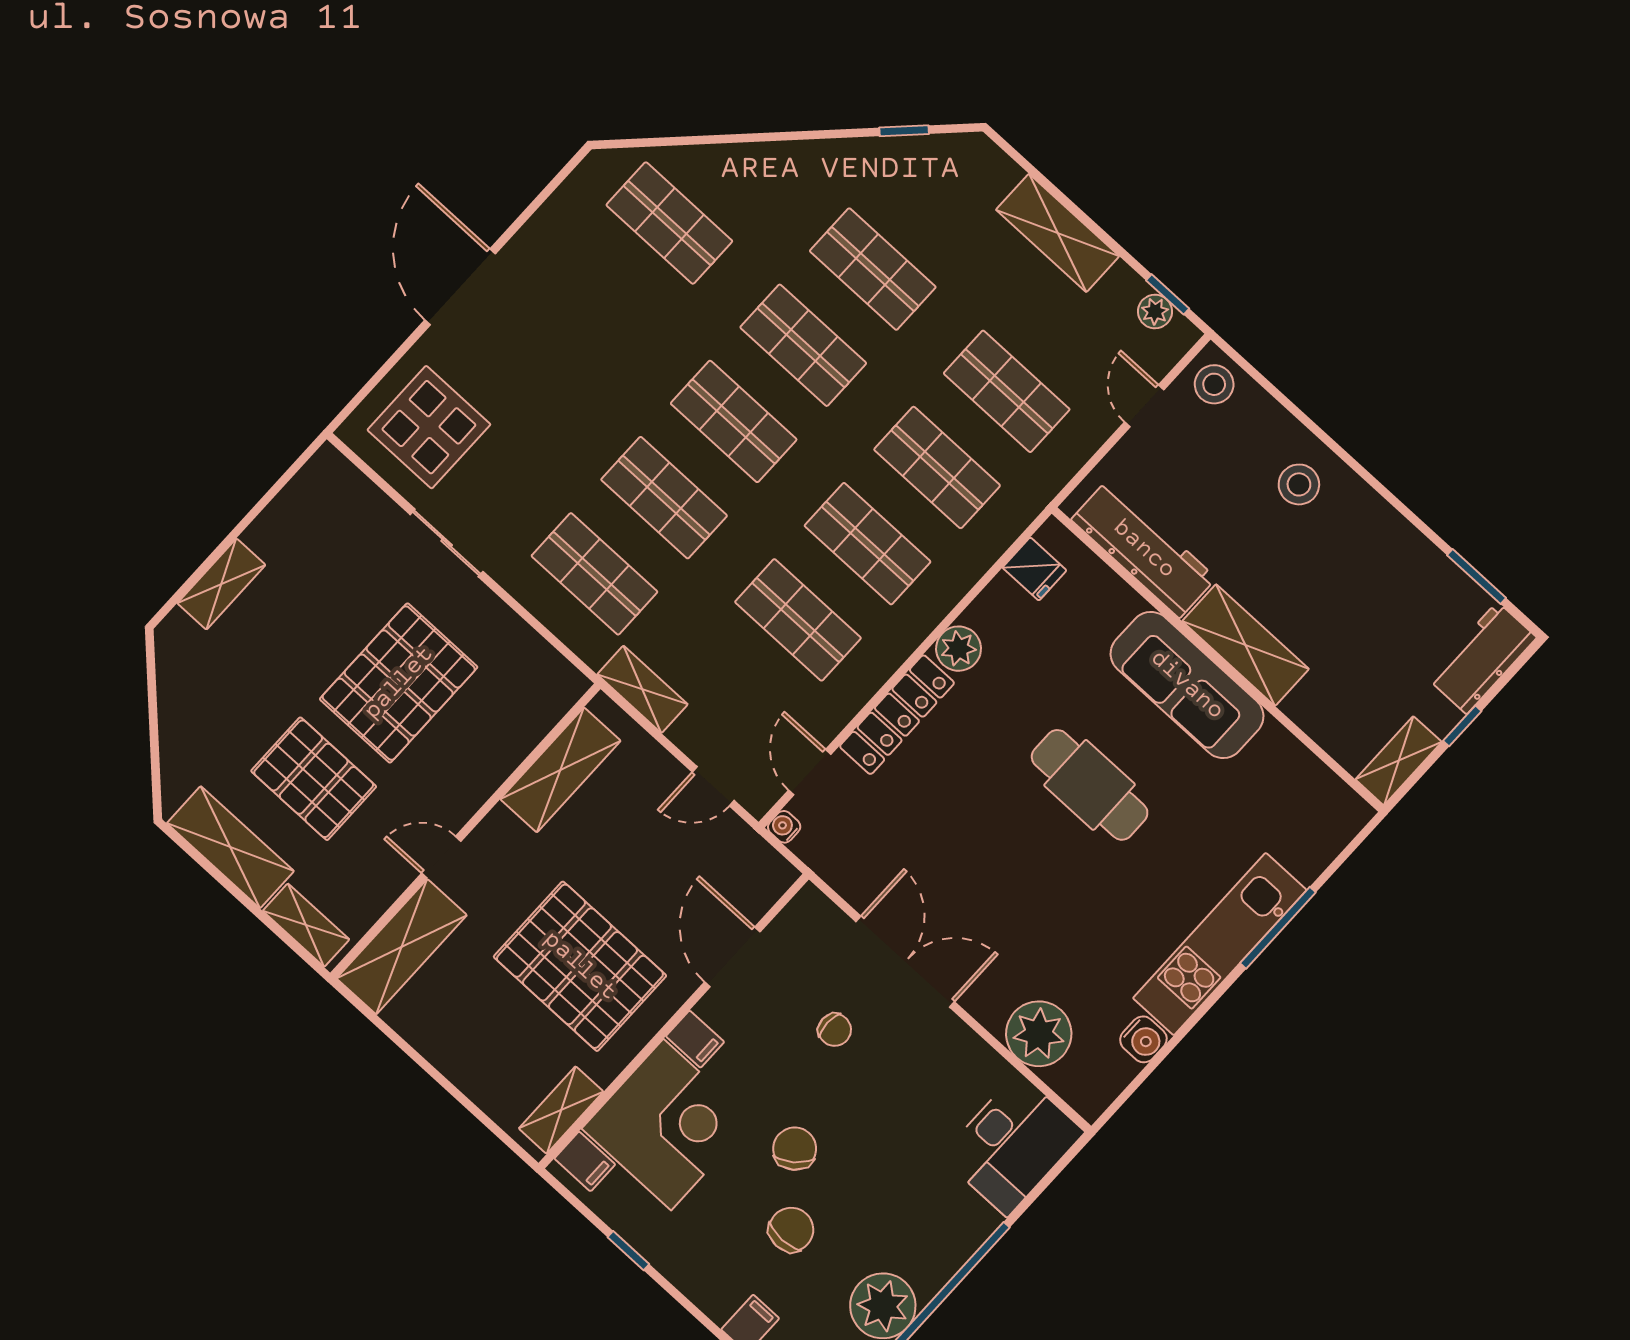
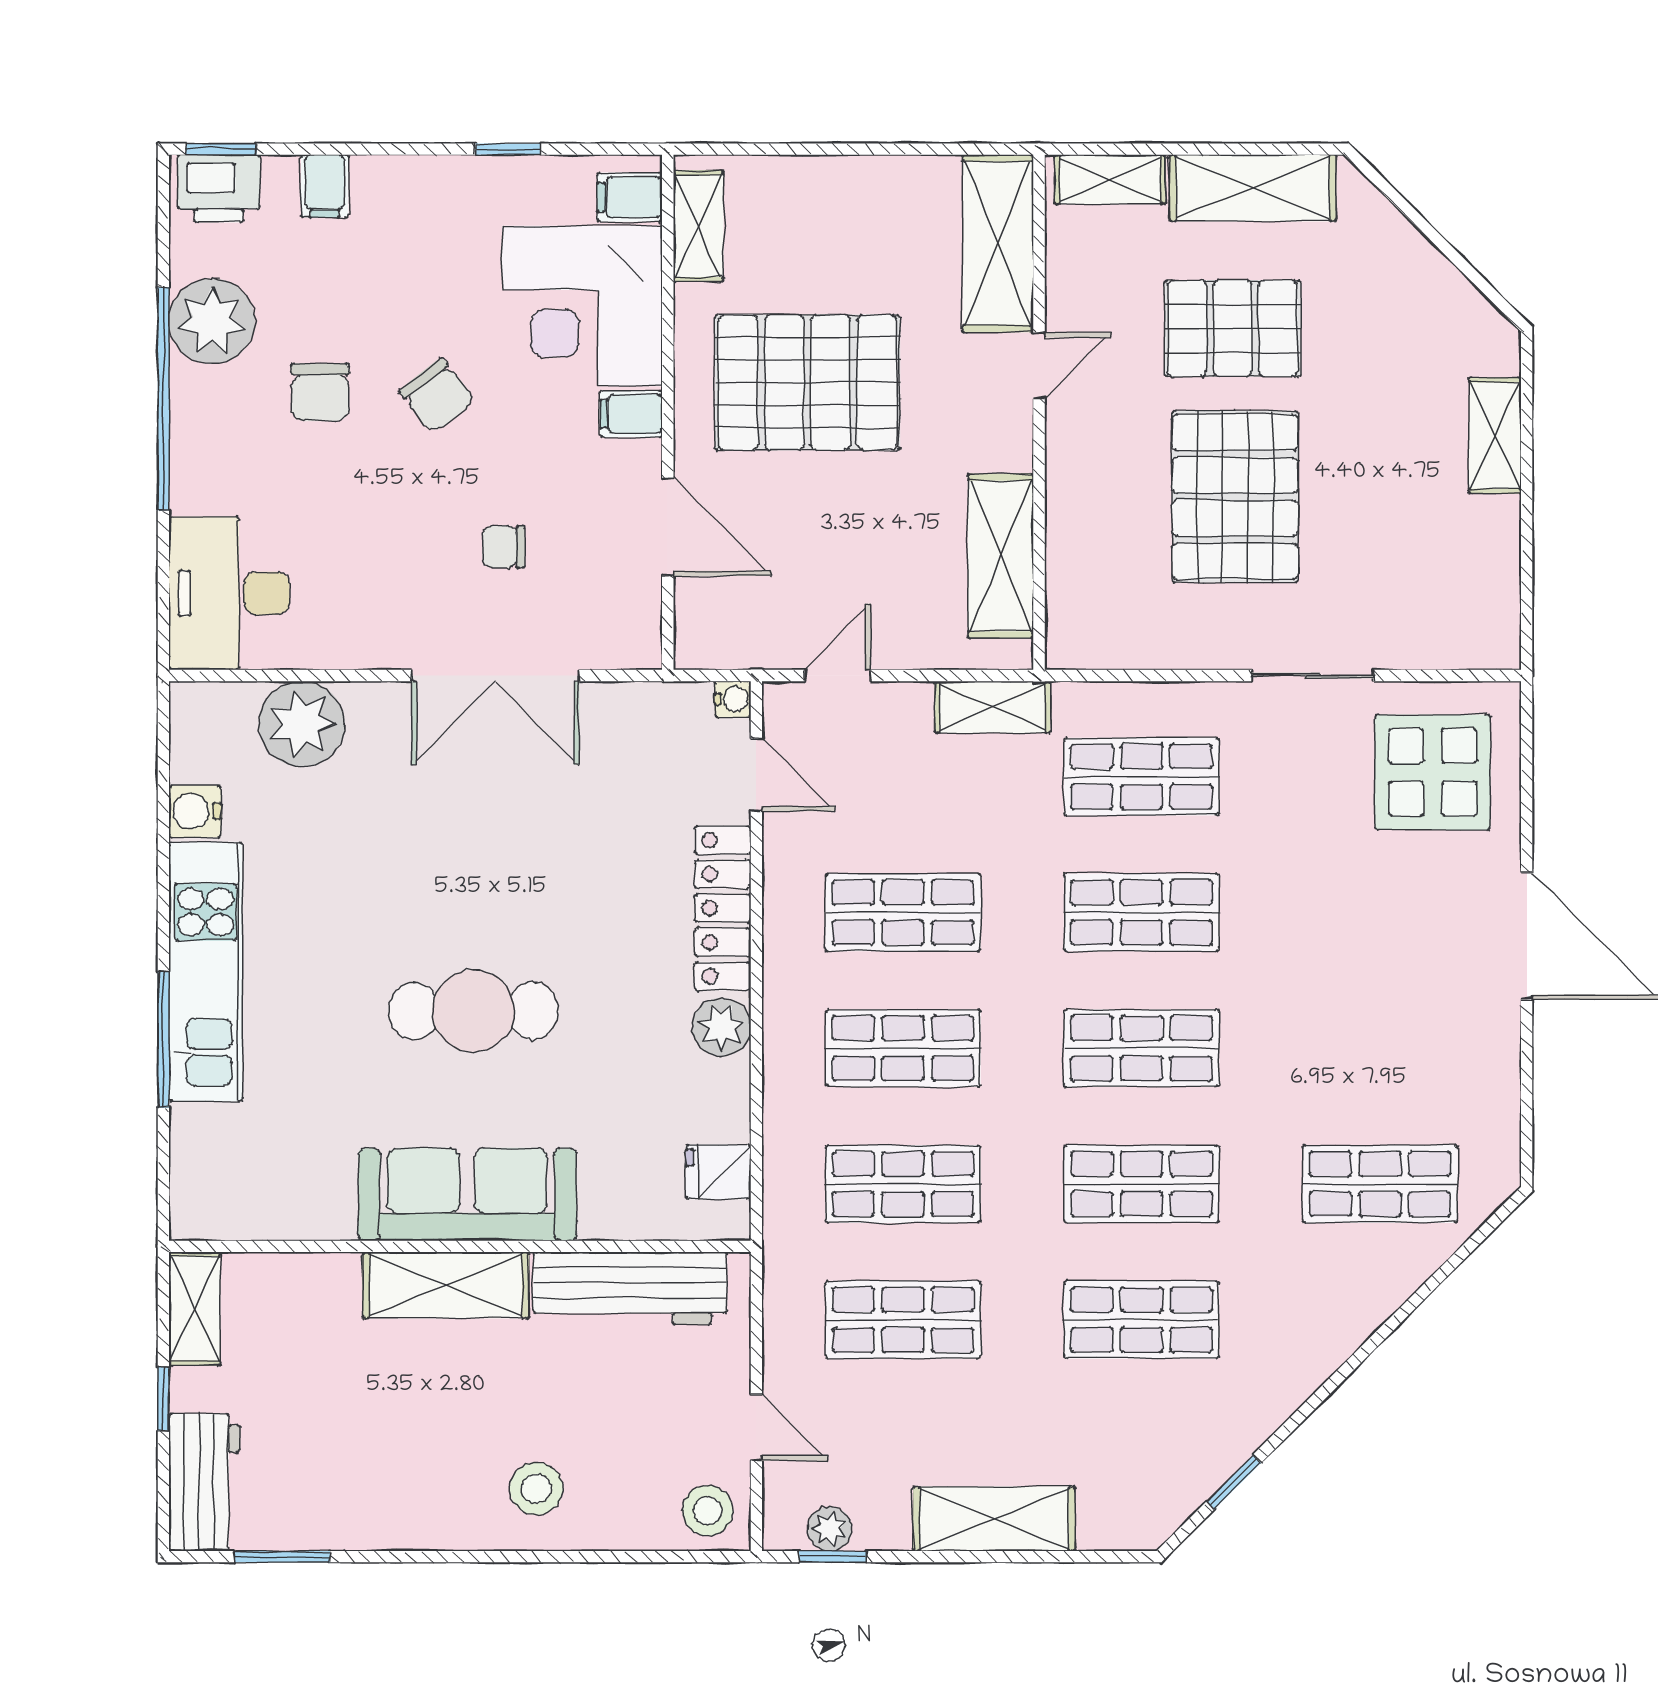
chair: (791, 1230) -> (320, 392), moved

